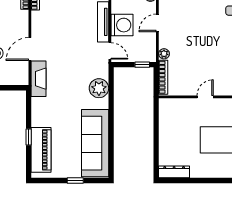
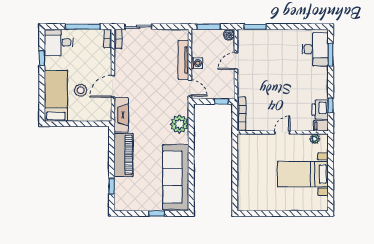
washing machine: (122, 25) -> (197, 63), width x0.53, depth x0.53
plant: (164, 54) -> (242, 91), removed
window: (29, 137) -> (112, 186), moved
piano: (41, 150) -> (123, 155), moved
dresser: (174, 172) -> (252, 205), removed

